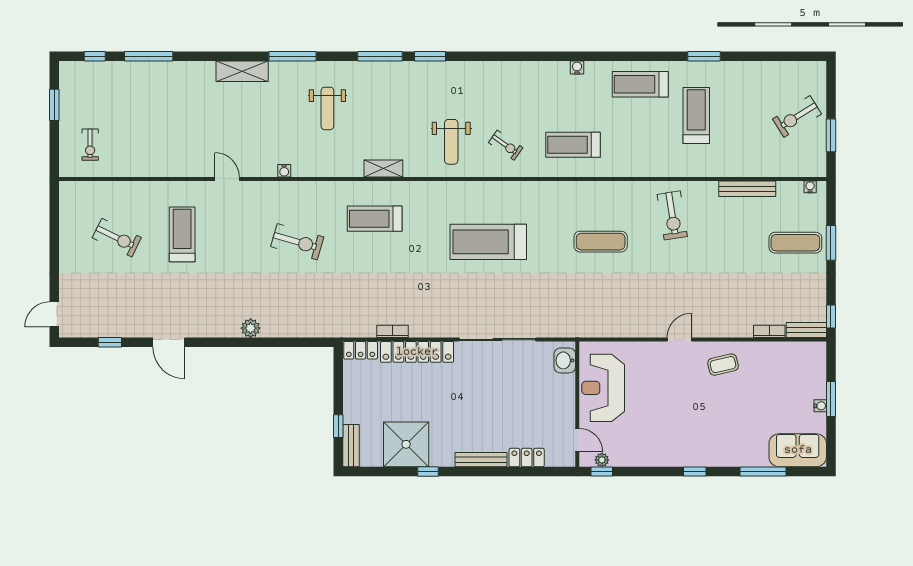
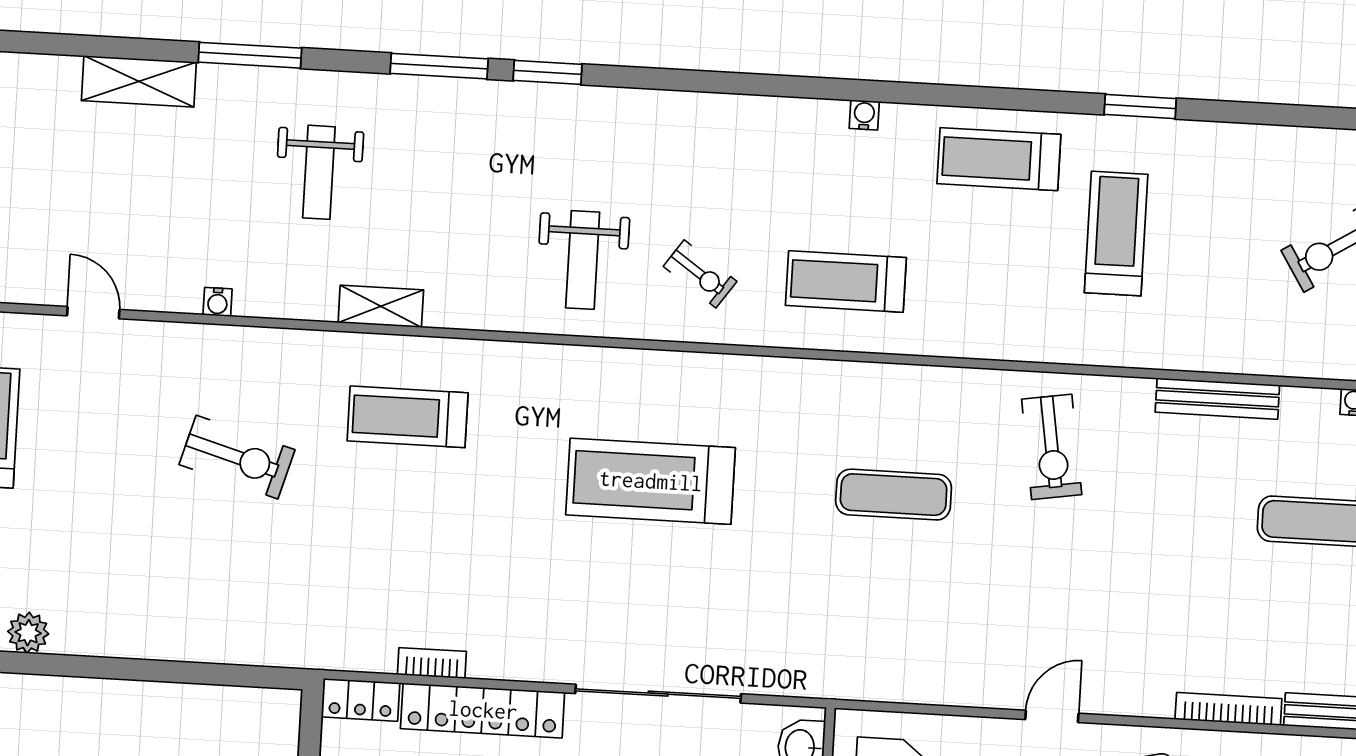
shelving: (383, 168) -> (381, 306), moved
plant: (251, 328) -> (28, 633), moved
bookcase: (769, 331) -> (1228, 709), width x1.56

